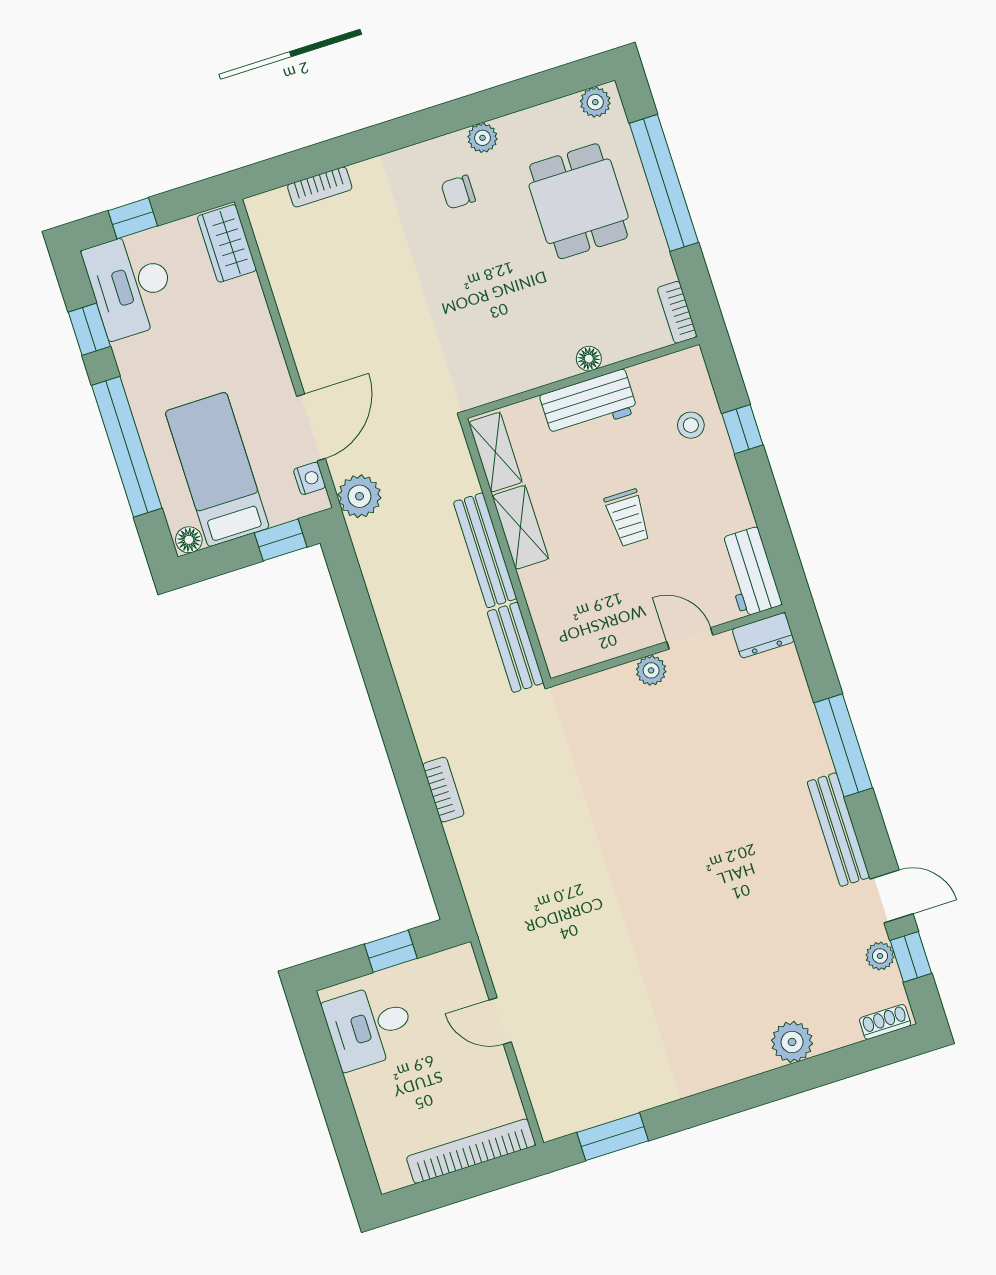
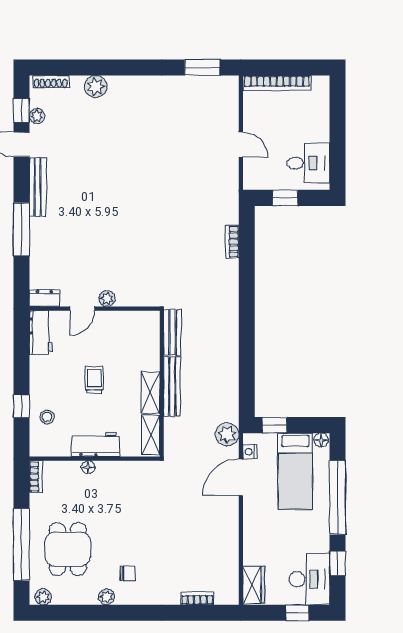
door: (690, 638) -> (82, 309), hinge flipped
bookcase: (443, 790) -> (232, 242), moved
shoe rack: (885, 1022) -> (51, 82), width x1.43

